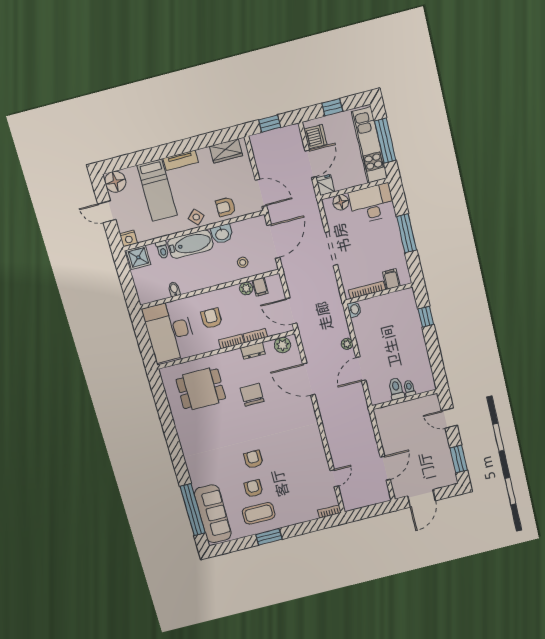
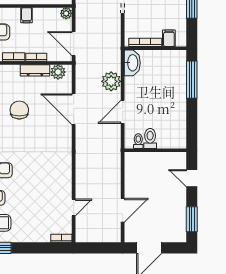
filing cabinet: (260, 287) -> (27, 15), moved
plant: (246, 288) -> (66, 13), moved
washbasin: (354, 309) -> (132, 63), width x1.91, depth x1.45
window: (426, 317) -> (192, 80), width x2.17
plant: (347, 344) -> (111, 81), width x1.87, depth x1.87
dresser: (253, 351) -> (35, 70), width x1.44
toilet: (409, 388) -> (138, 141), moved

